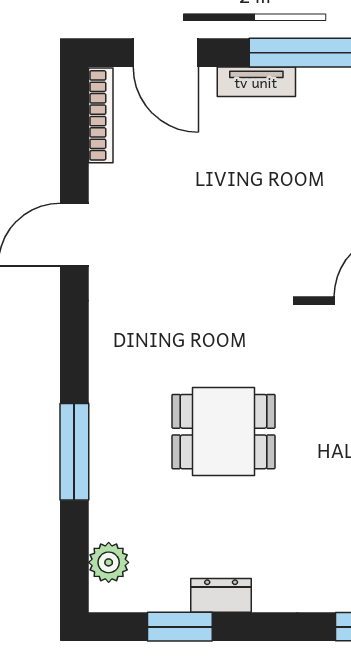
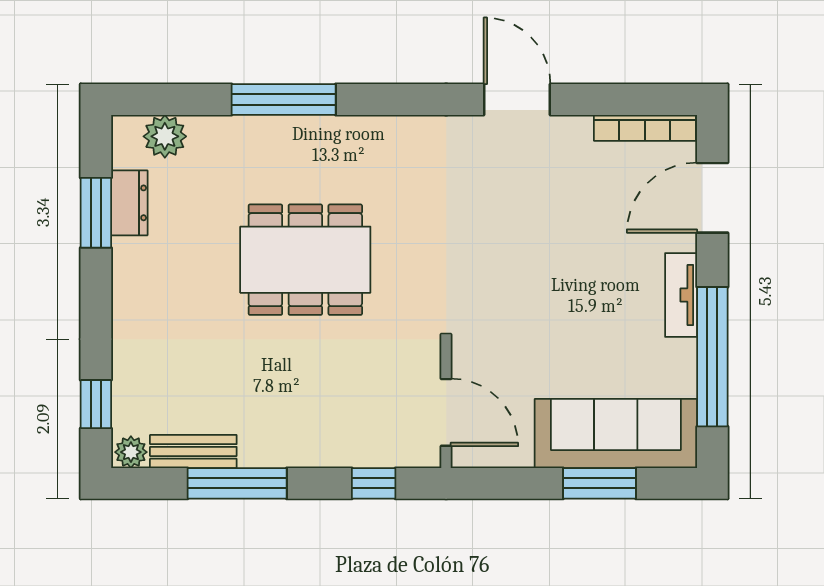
dining table: (223, 432) -> (305, 260), width x1.38
dresser: (221, 595) -> (129, 203), moved

